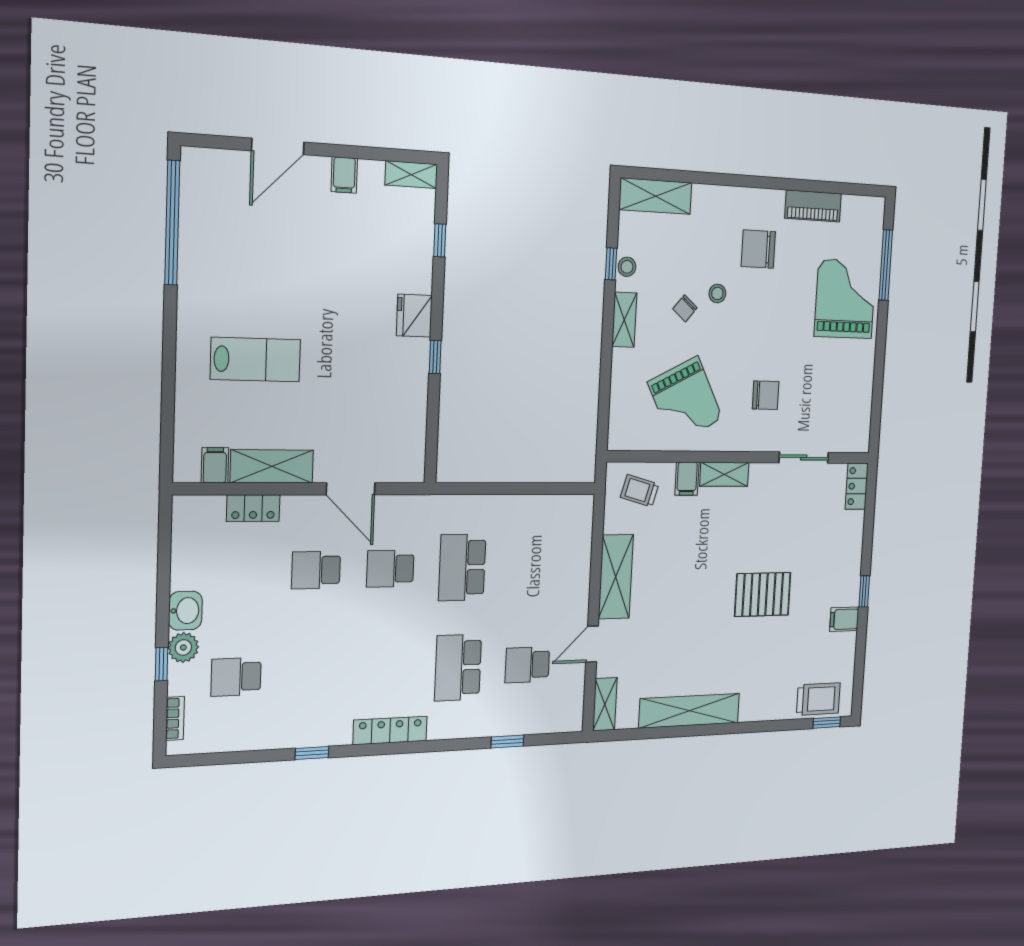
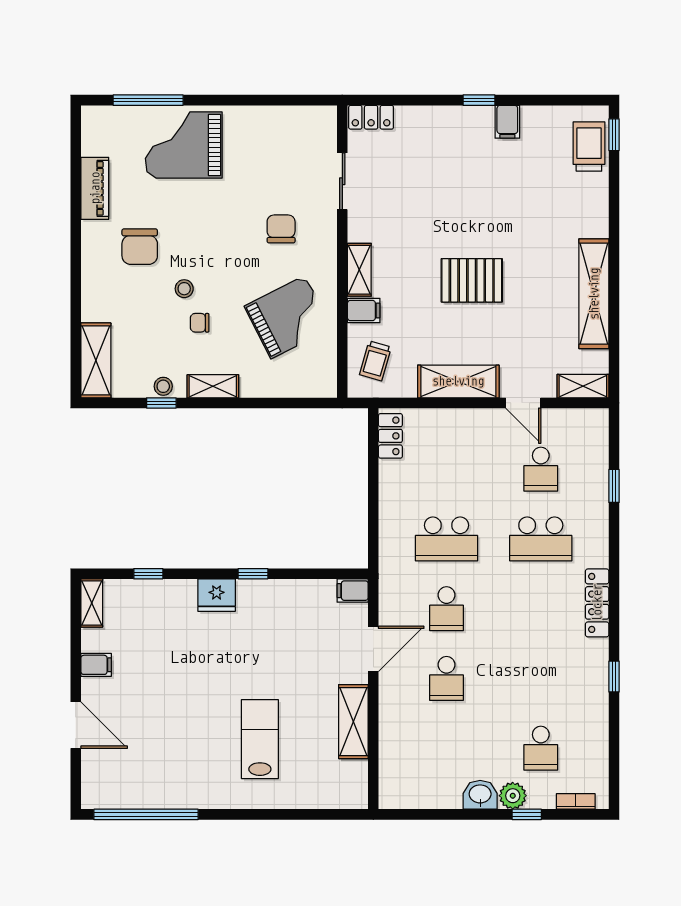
chair: (685, 308) -> (200, 323), turned 140
filing cabinet: (215, 465) -> (353, 591), moved
locker: (253, 508) -> (390, 436), moved
pallet: (763, 594) -> (472, 280), moved, turned 90

